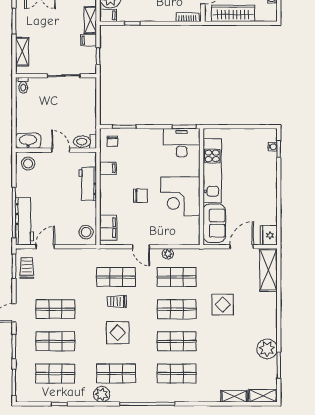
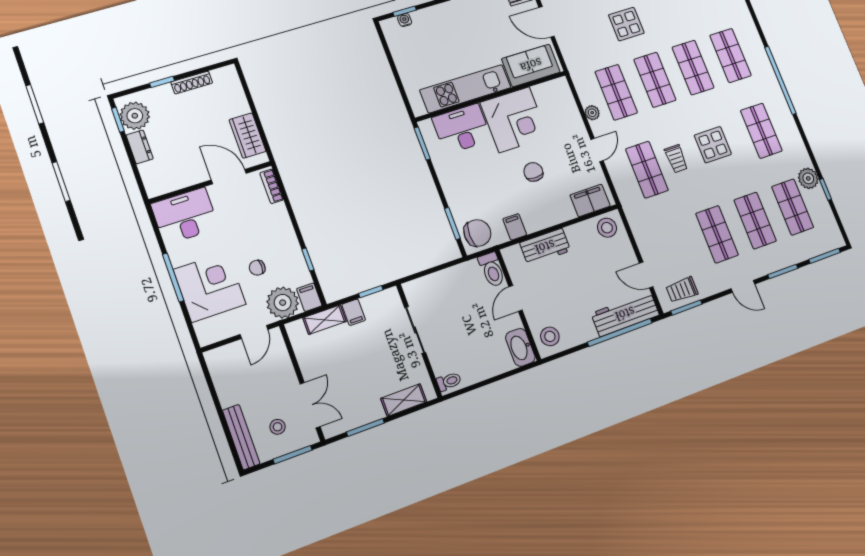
wardrobe: (233, 13) -> (247, 136), width x0.67
chair: (112, 141) -> (477, 233), width x1.87, depth x1.87
desk: (182, 143) -> (462, 129), moved, turned 90
plant: (102, 394) -> (808, 178), moved

